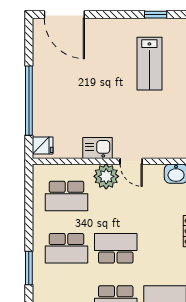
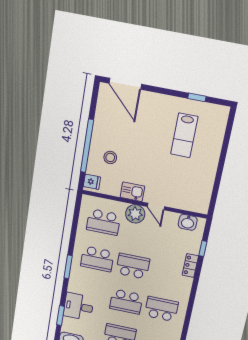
stool: (61, 109) -> (110, 157), added

